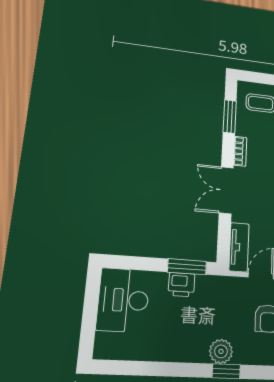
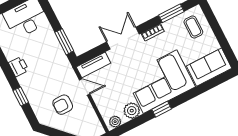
printer: (182, 285) -> (19, 67), moved, turned 180
plant: (221, 351) -> (29, 88), removed

